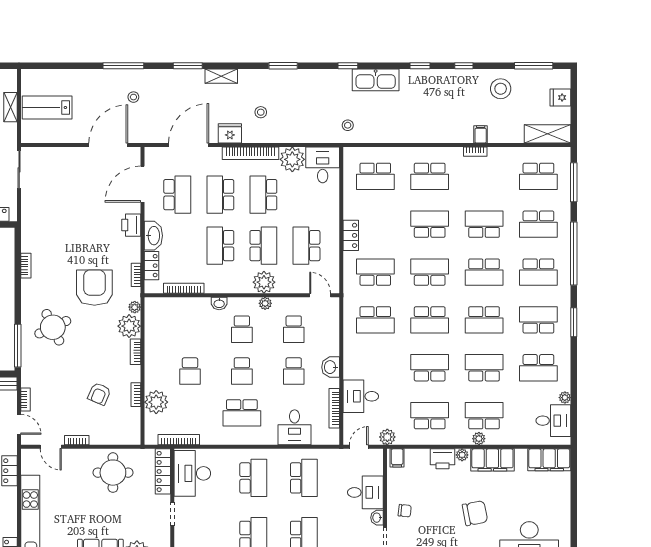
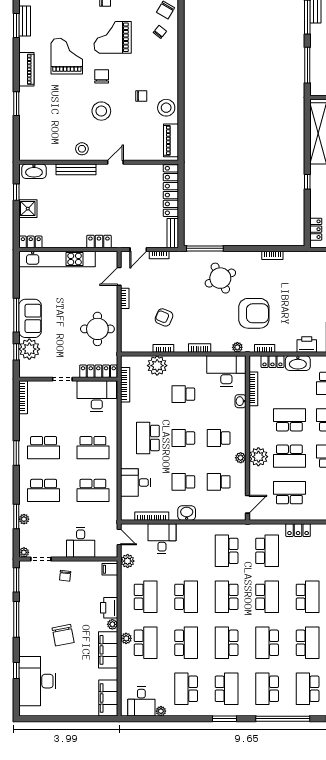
washbasin: (219, 303) -> (240, 401), moved
desk: (163, 320) -> (226, 371), added
plant: (129, 326) -> (221, 343), removed
washbasin: (377, 518) -> (59, 552), removed

